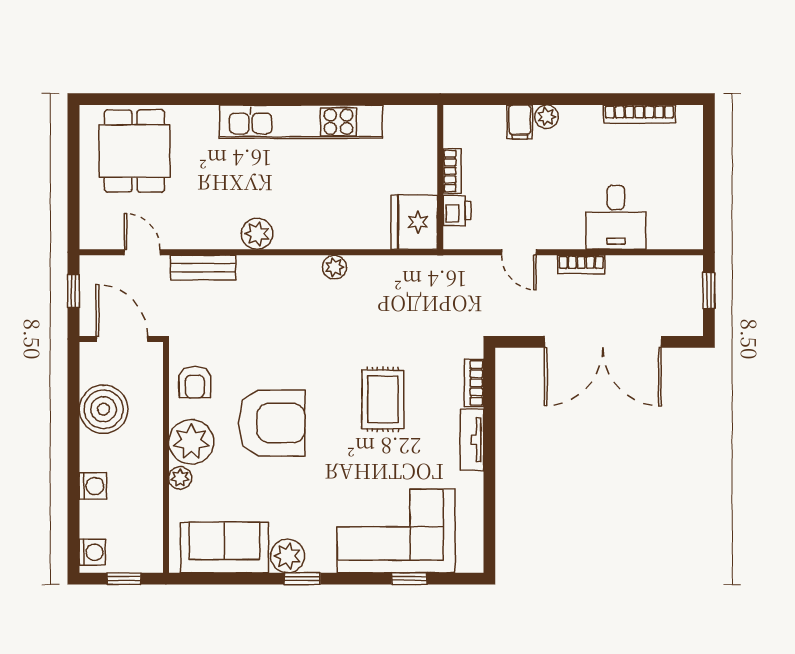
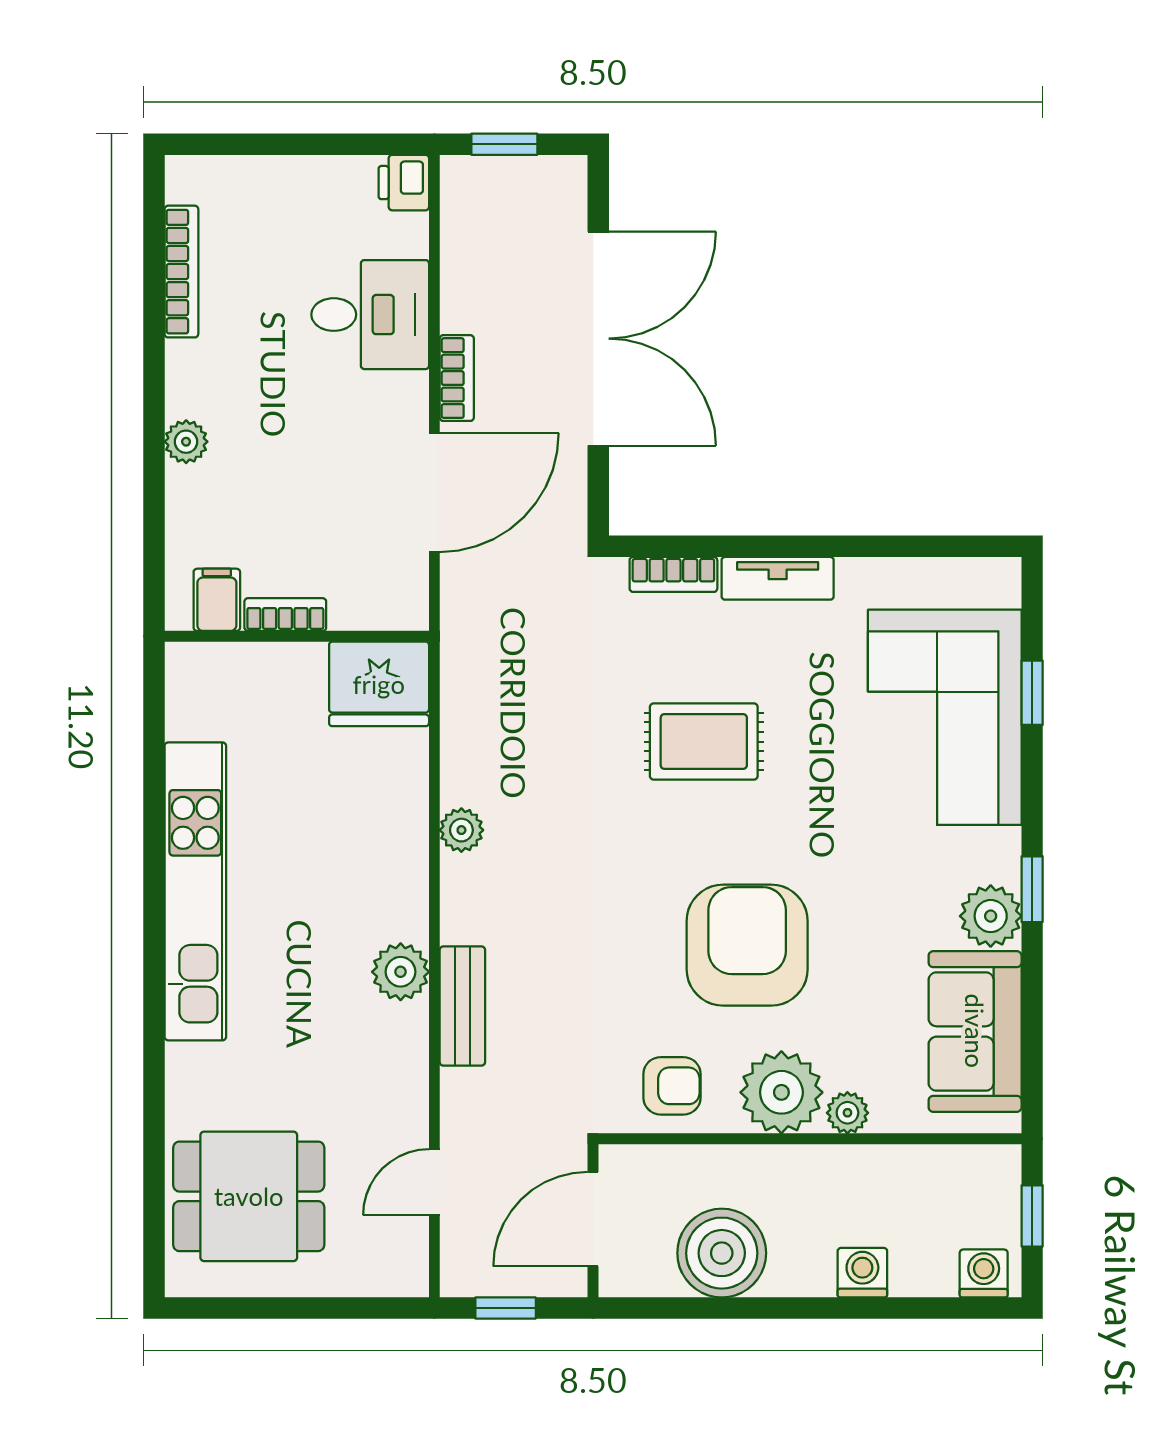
filing cabinet: (520, 122) -> (217, 600), moved, turned -90
printer: (457, 211) -> (404, 183), moved, turned -90
door: (519, 252) -> (434, 493), width x1.87
bench: (203, 268) -> (462, 1006), moved

